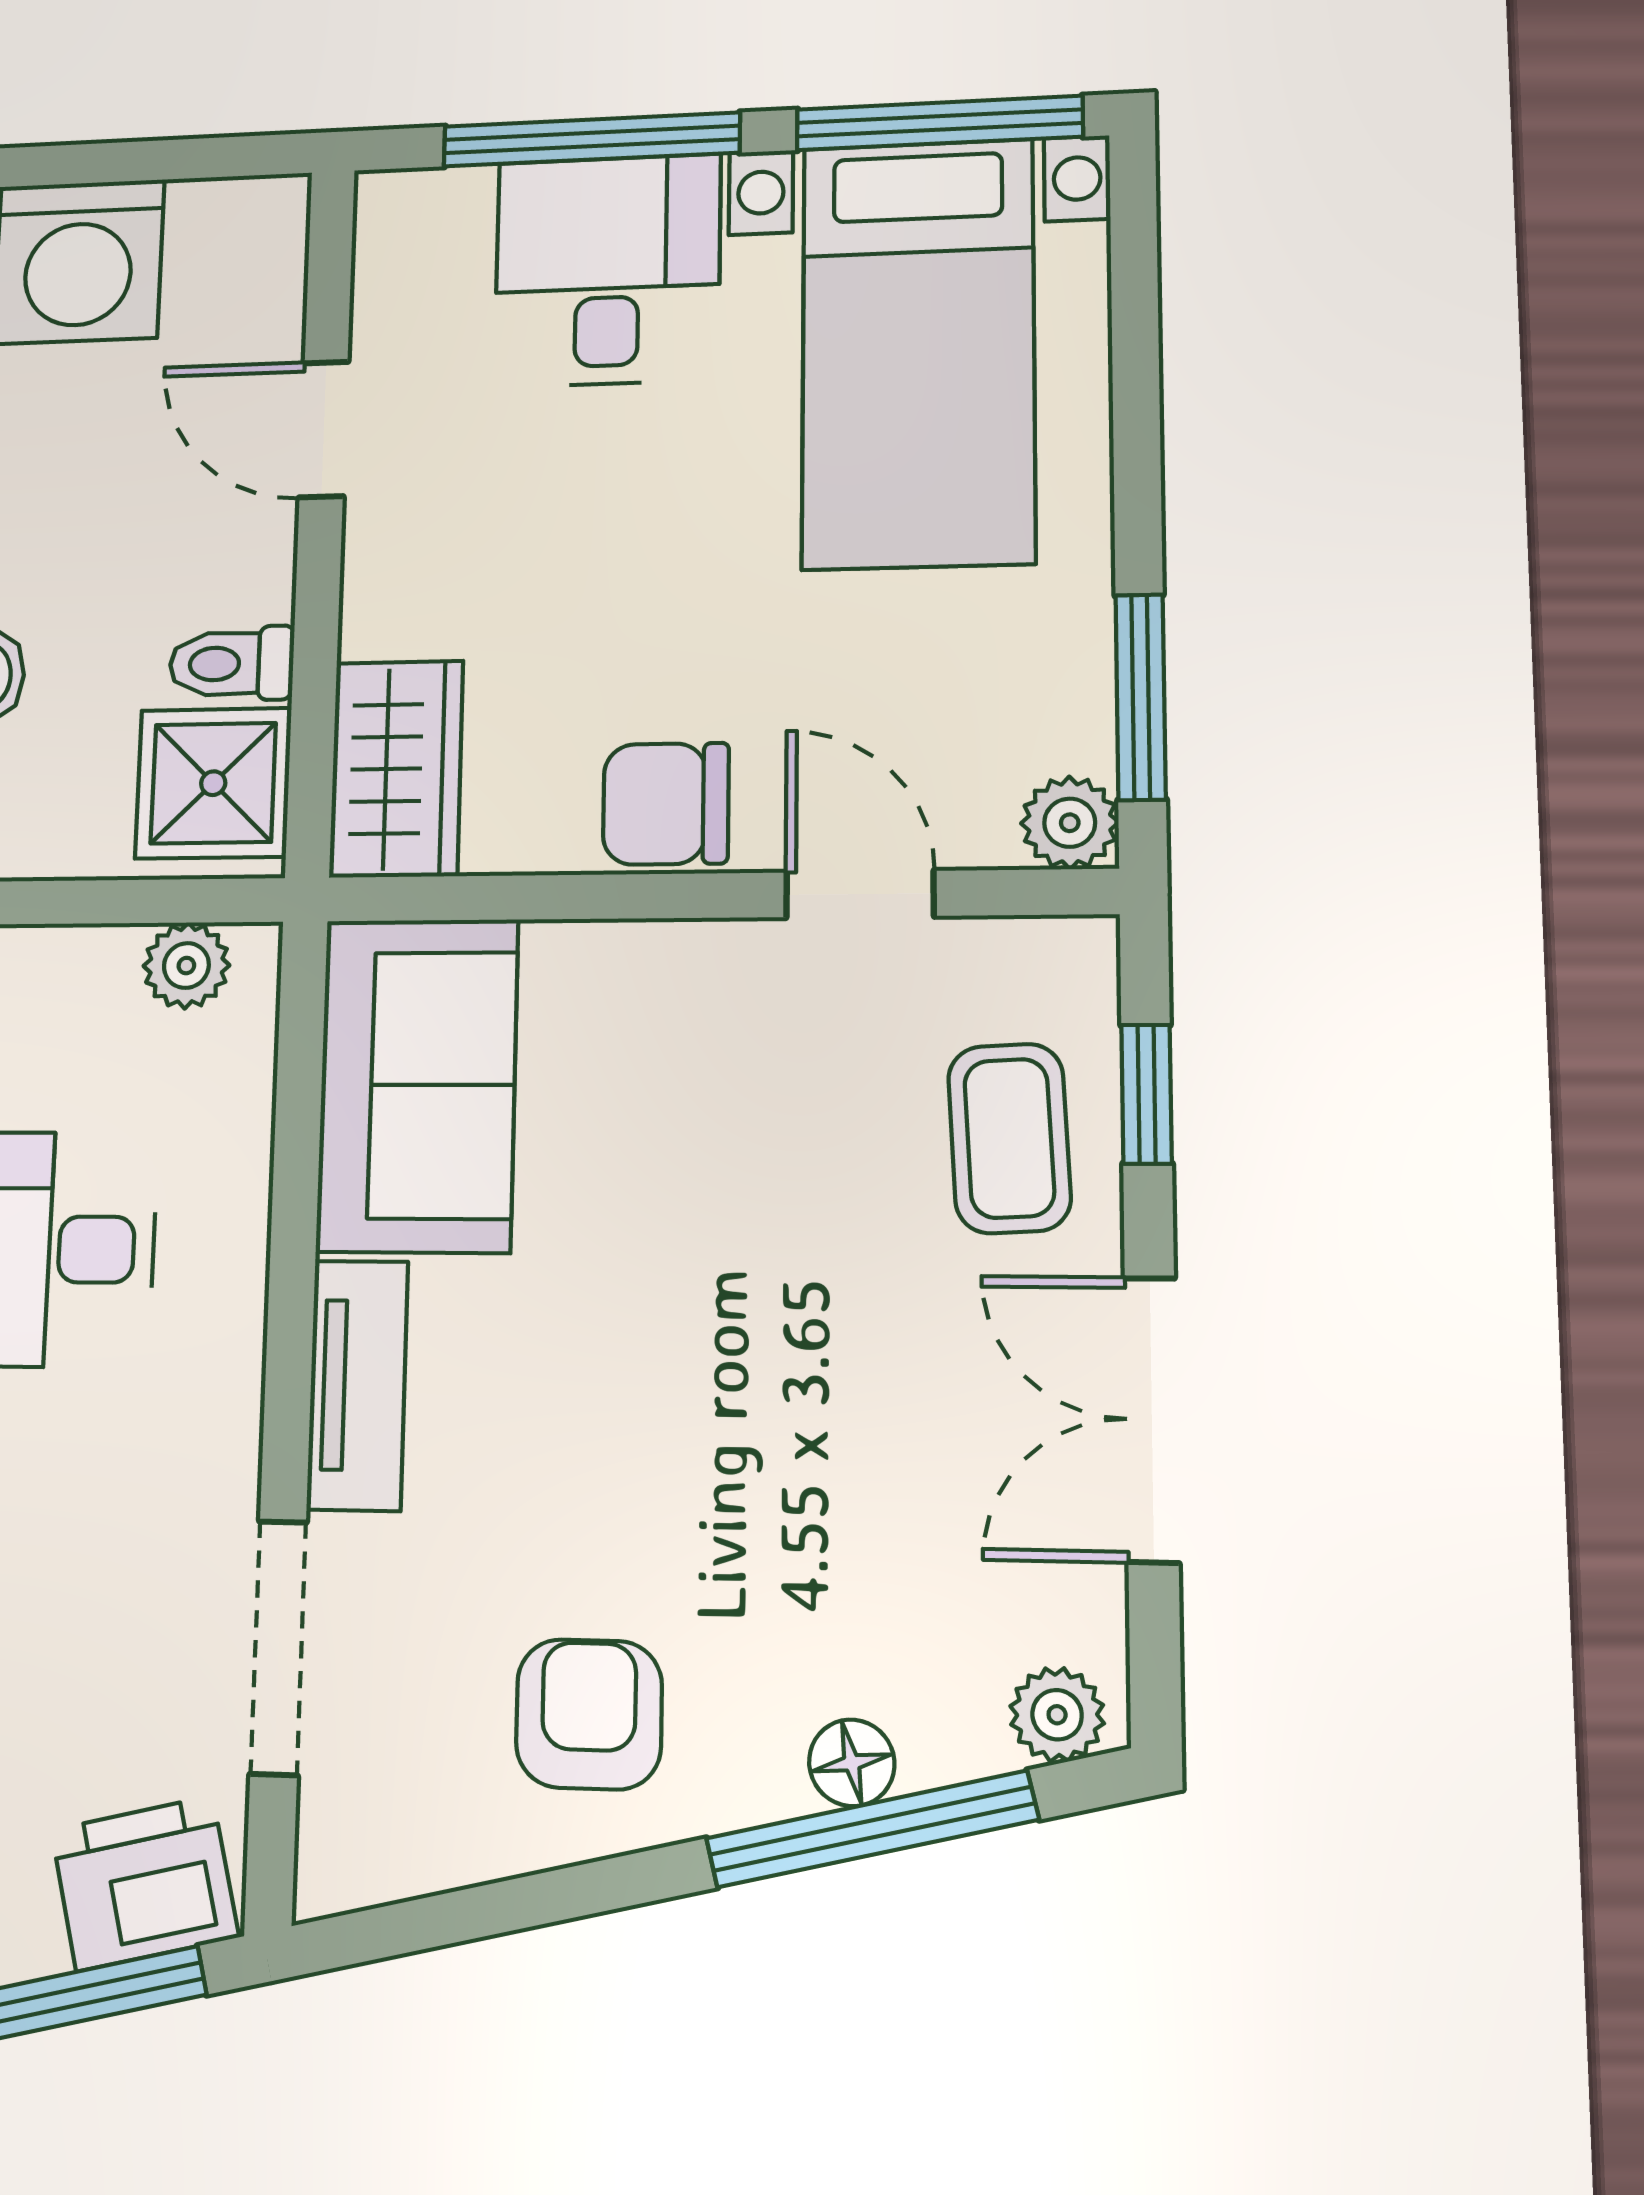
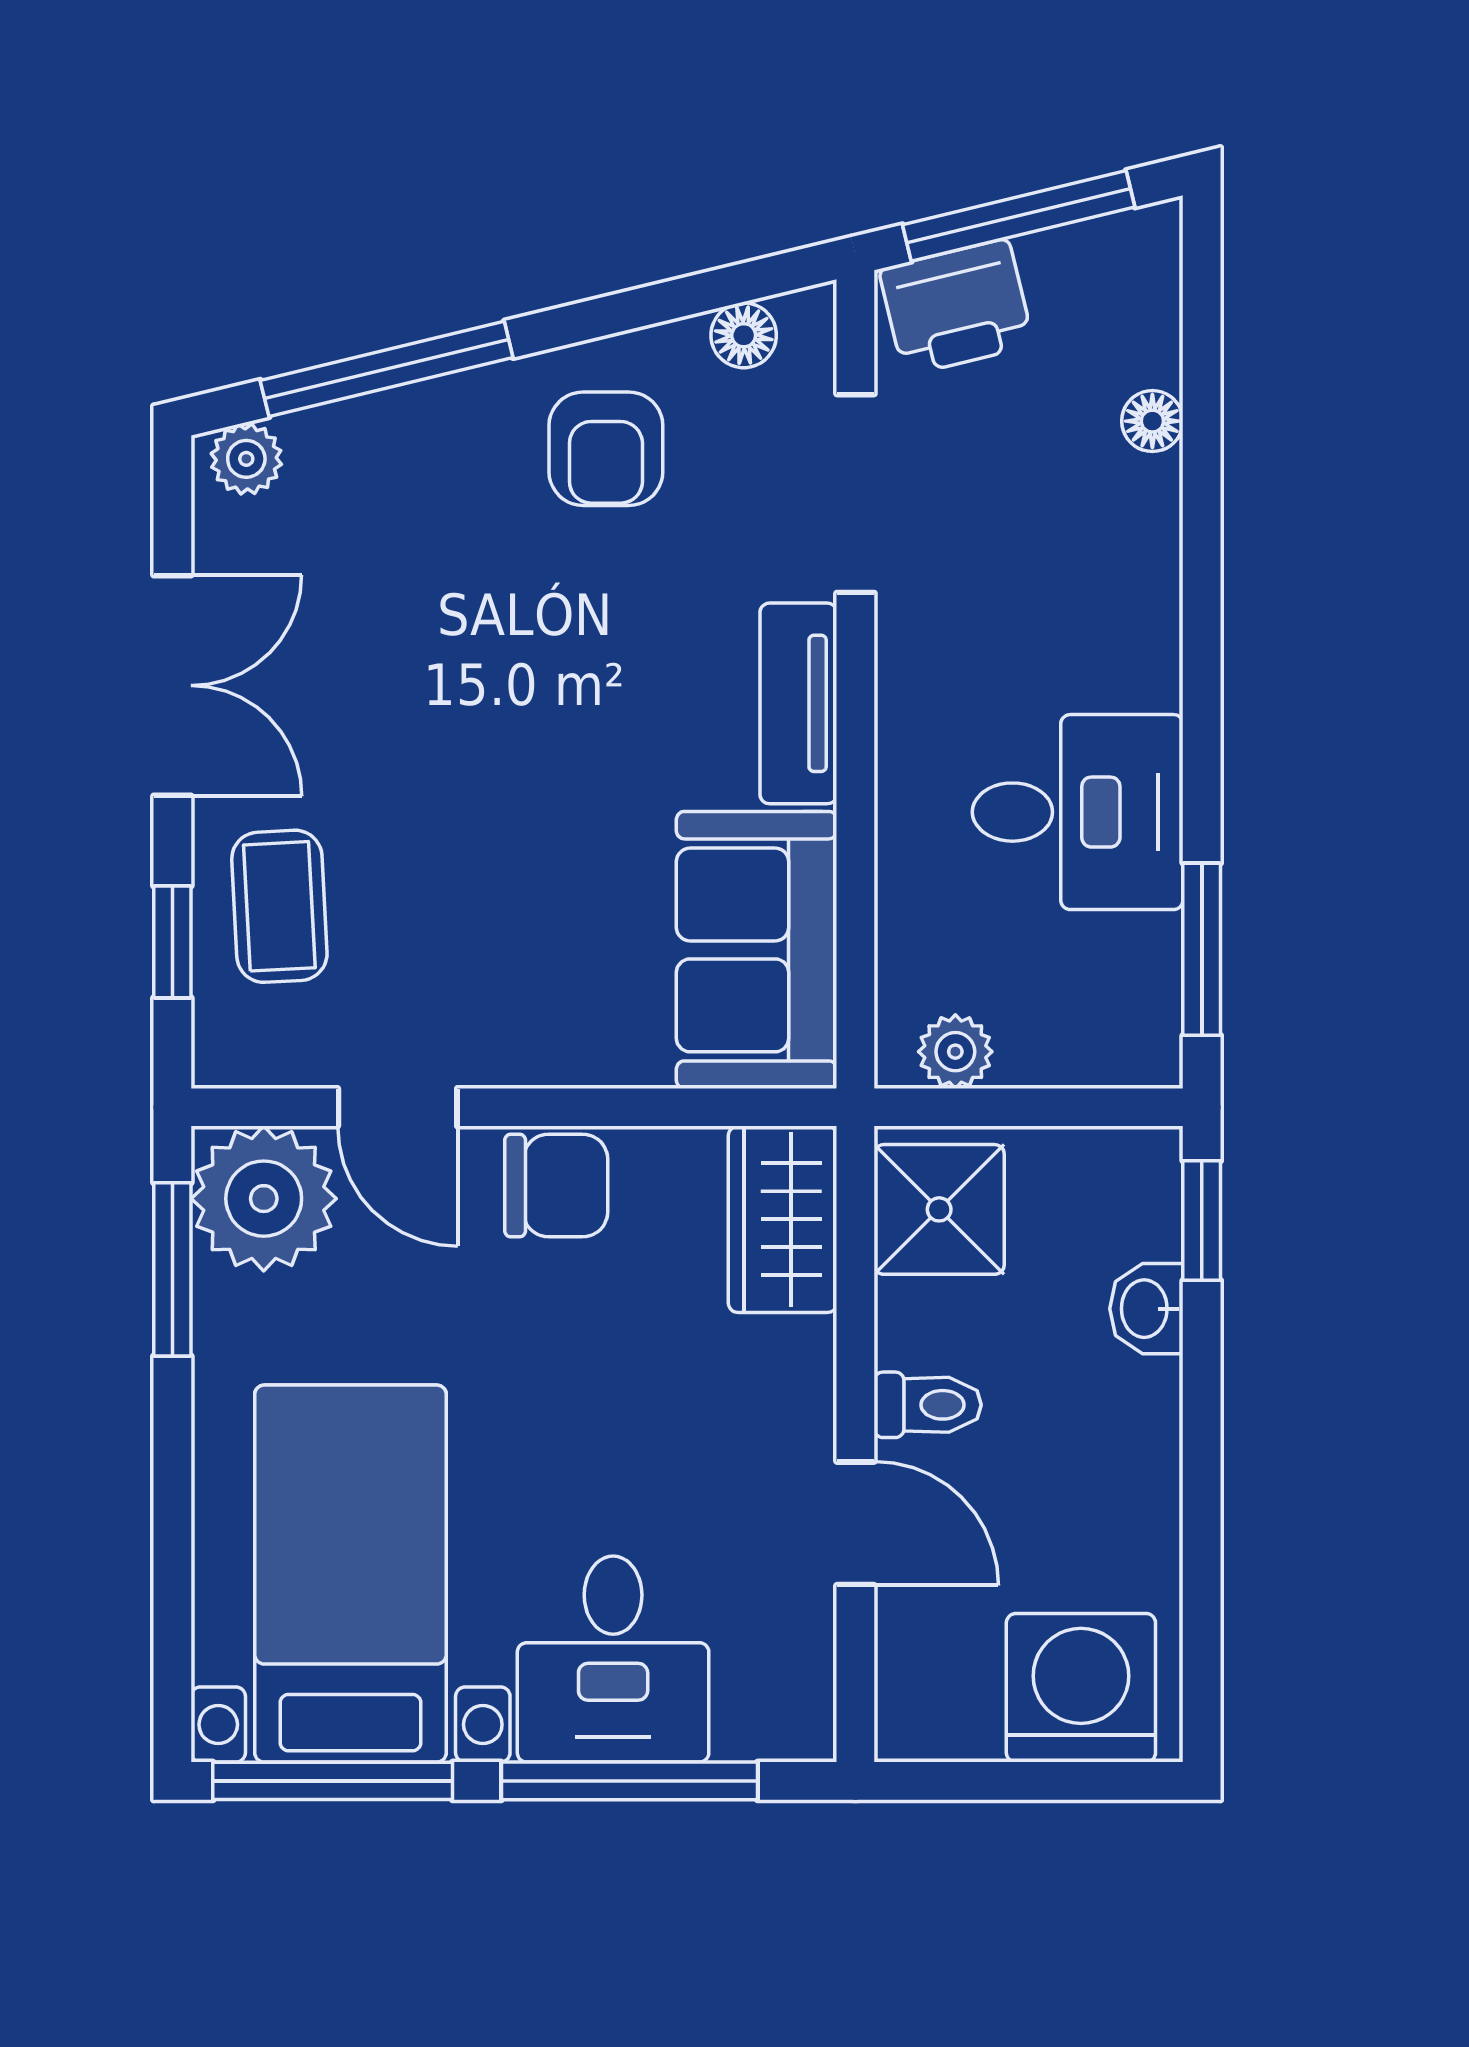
toilet: (232, 664) -> (928, 1405), moved
plant: (1070, 823) -> (264, 1199), width x1.88, depth x1.88
floor lamp: (852, 1763) -> (744, 335), moved

